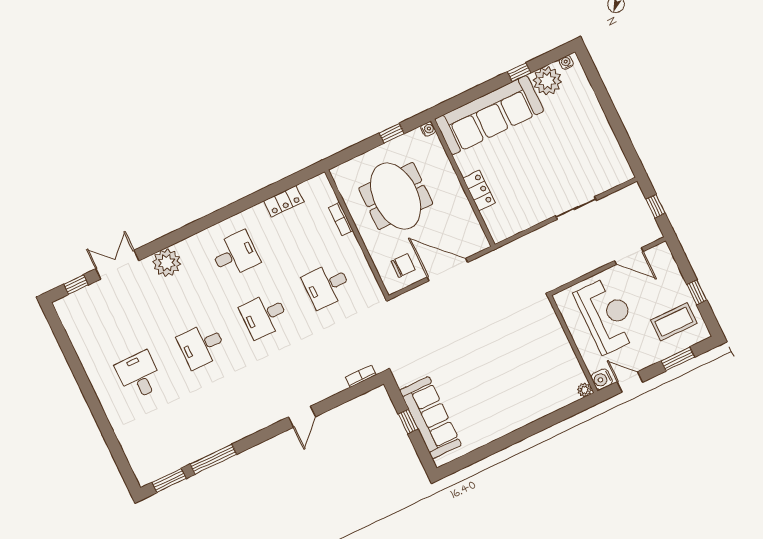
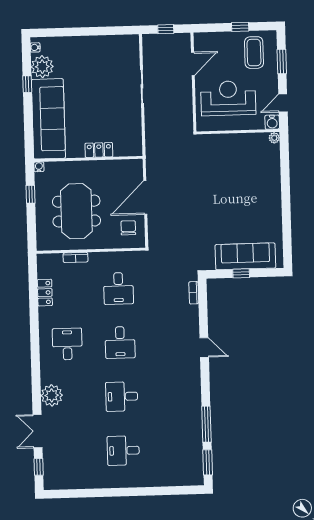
meeting table: (396, 196) -> (76, 211), turned 90
desk: (202, 345) -> (122, 396), turned 90

